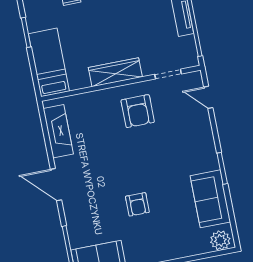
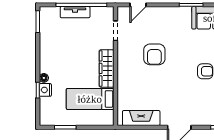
bed: (49, 62) -> (90, 99), moved
armchair: (138, 111) -> (154, 54), moved, turned 90

